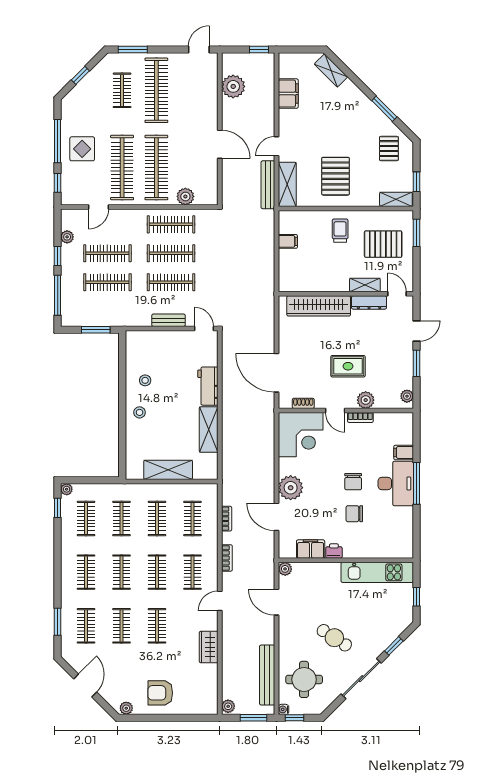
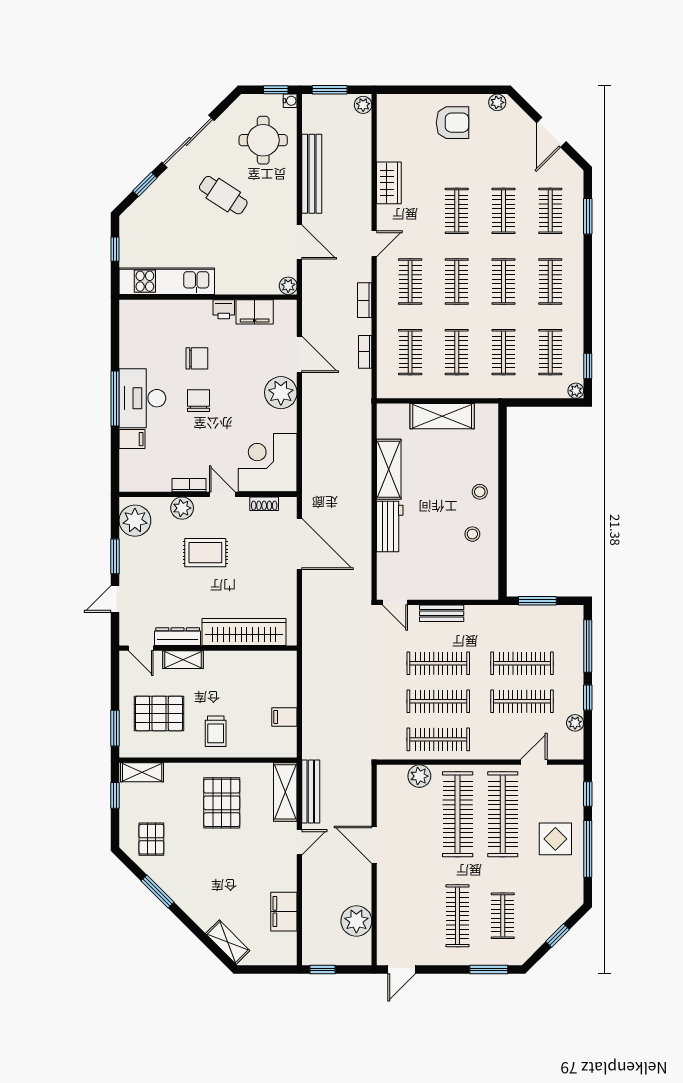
clothes rail: (156, 90) -> (458, 916), width x0.73, depth x0.76
plant: (407, 396) -> (135, 521), width x1.88, depth x1.88
bench: (267, 675) -> (312, 174), moved

